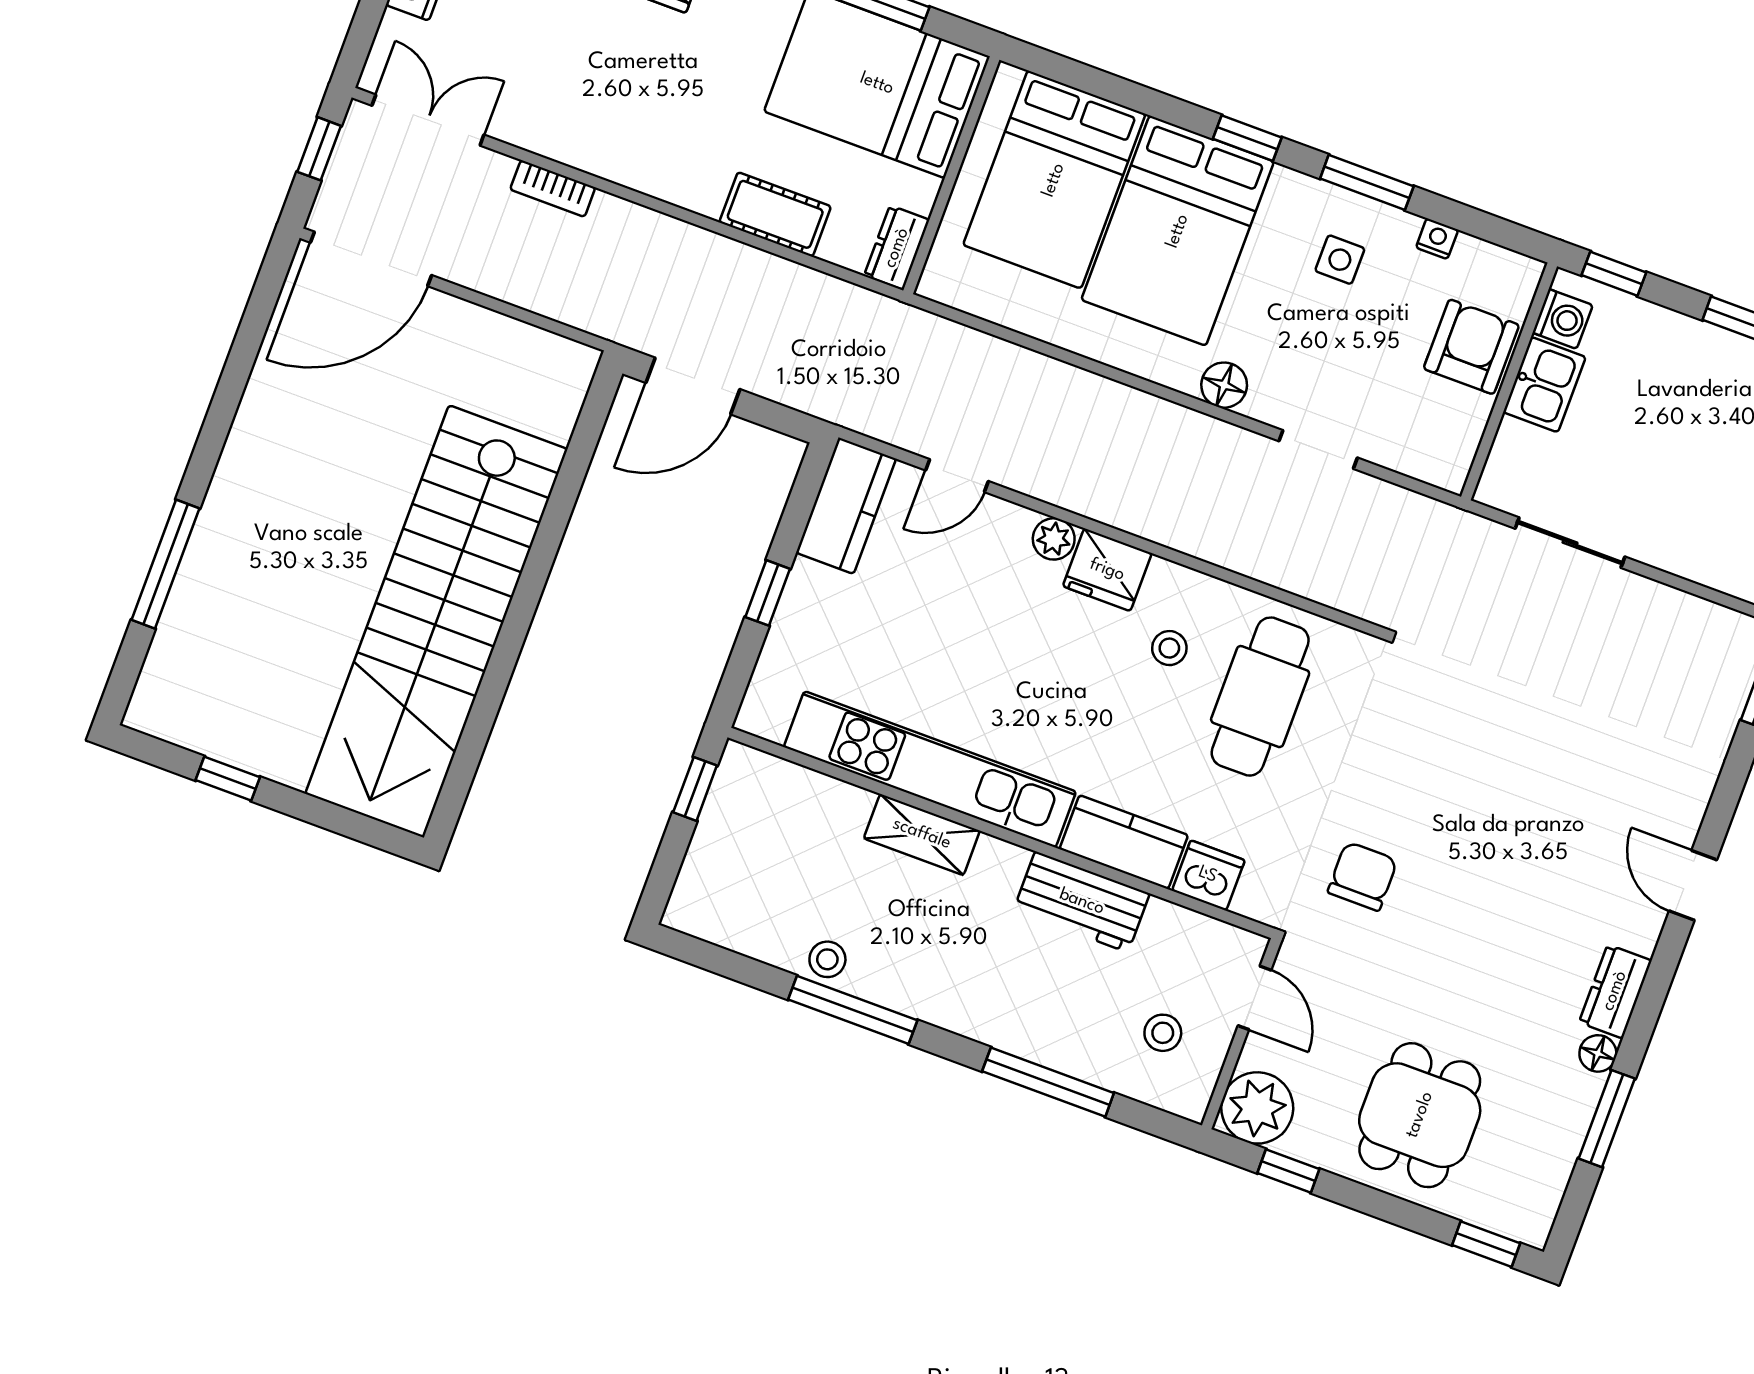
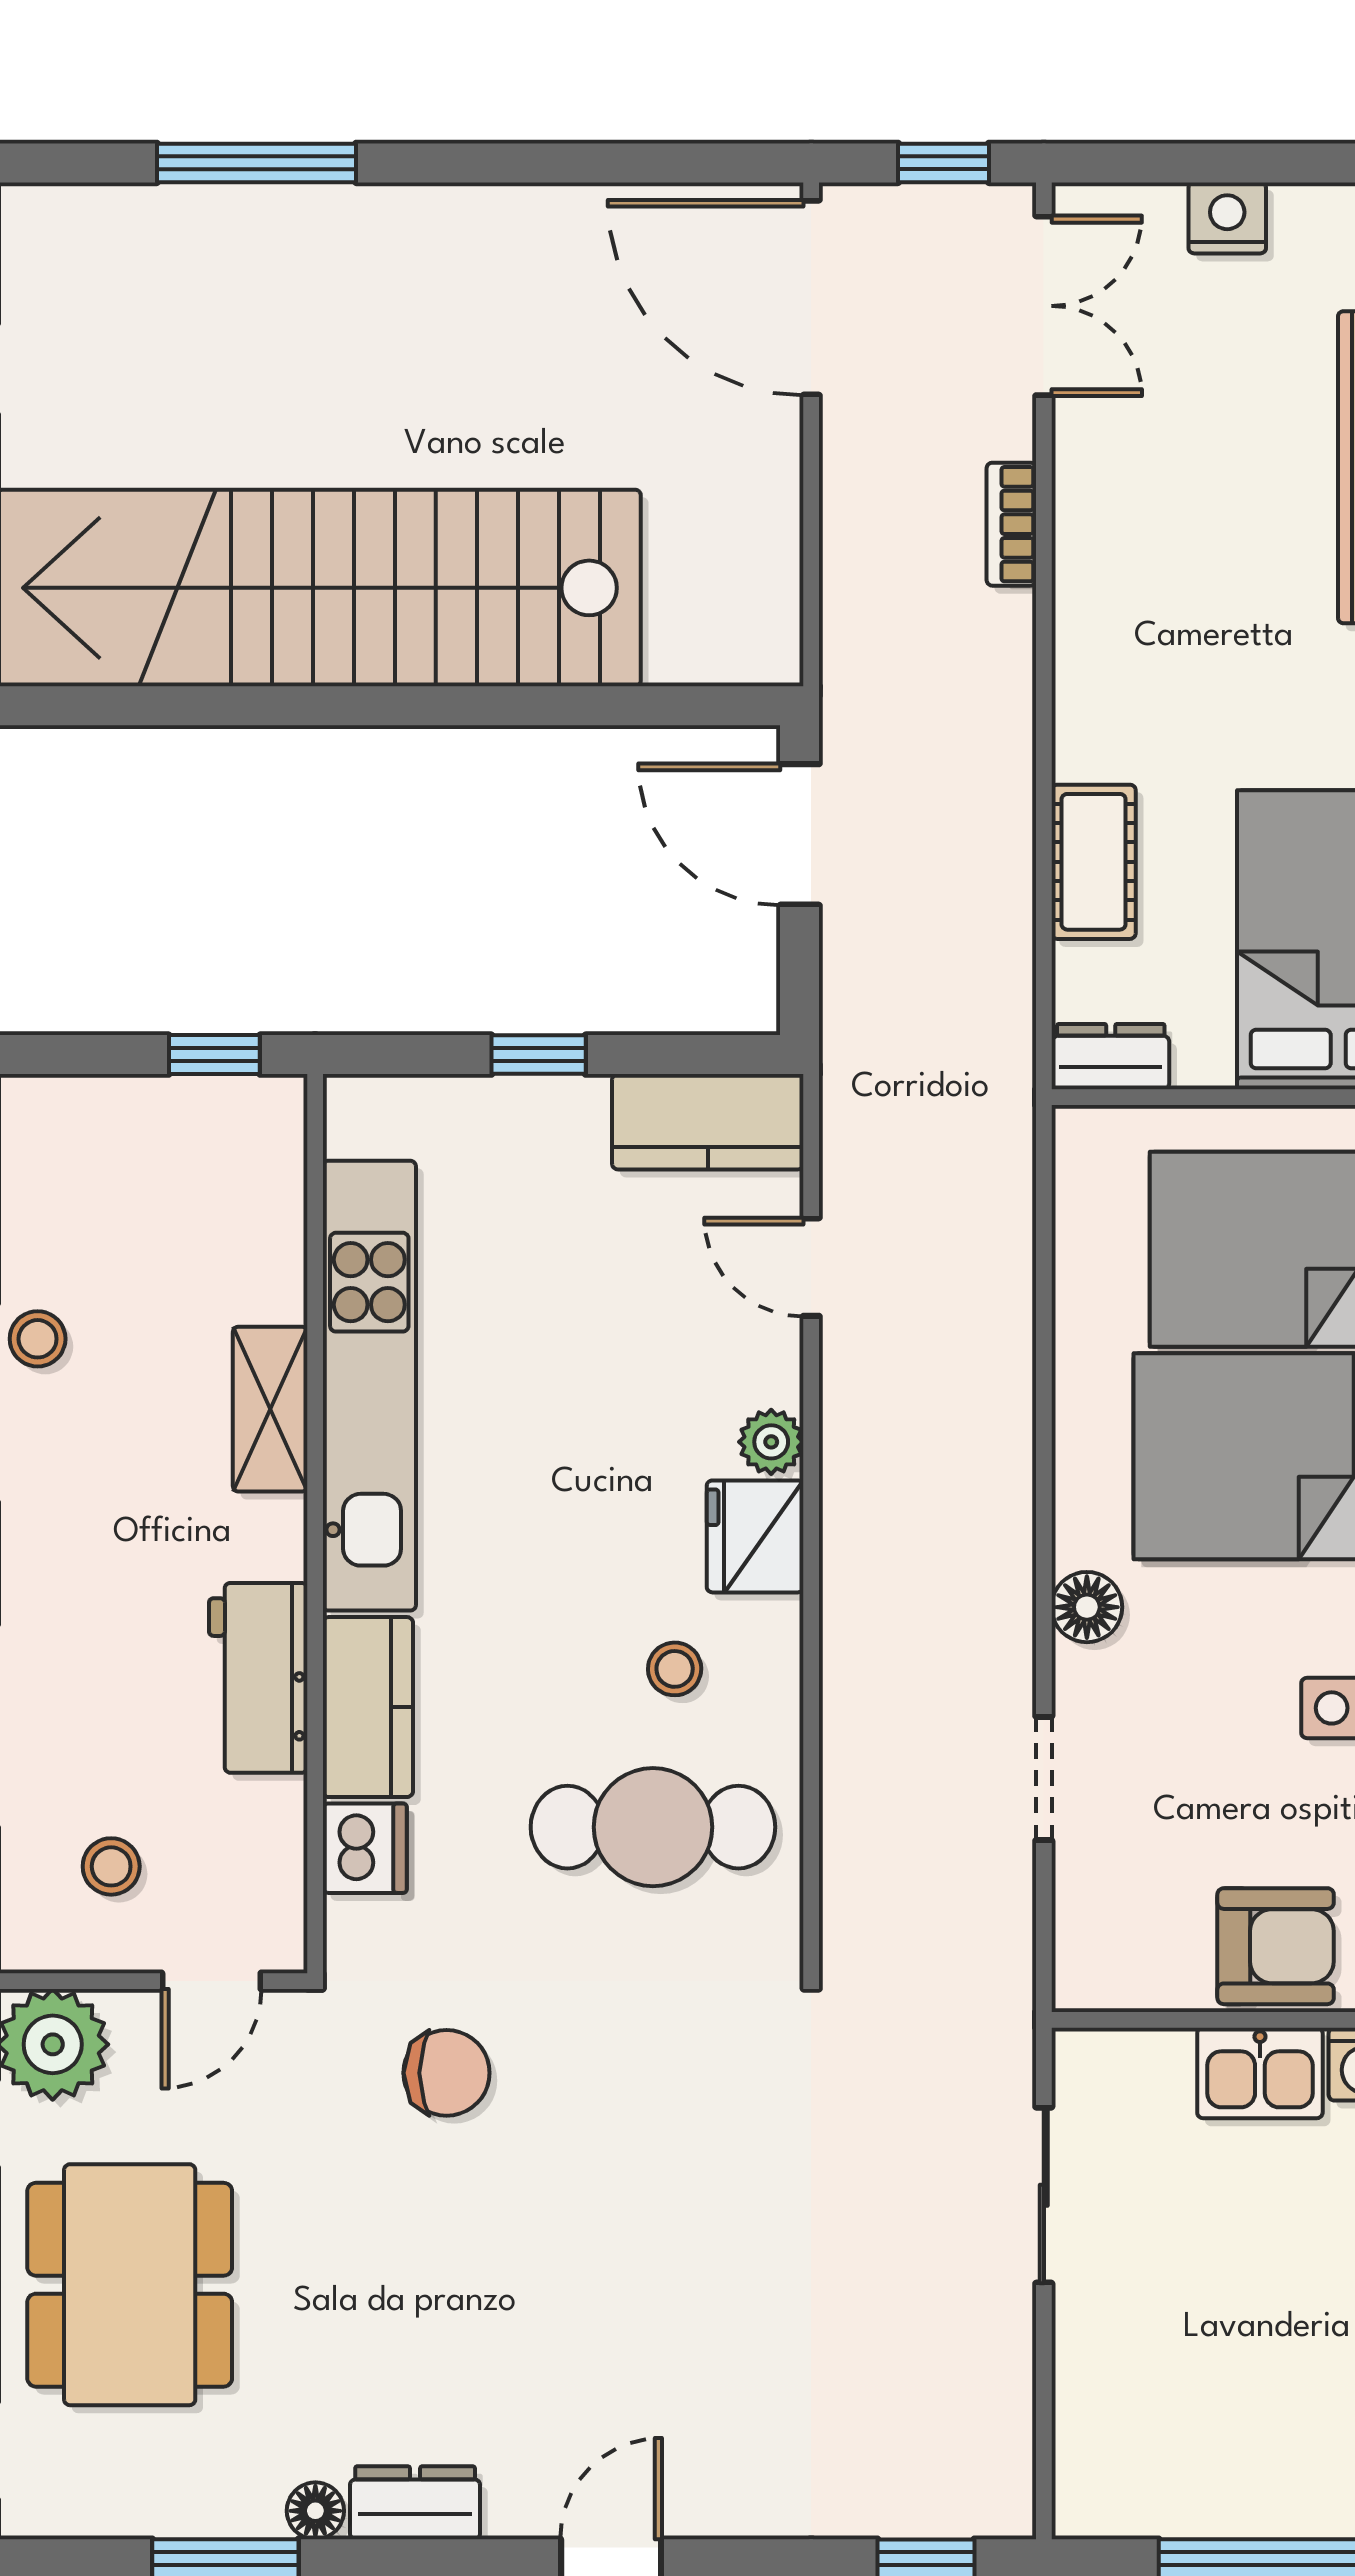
dining table: (1420, 1115) -> (130, 2285), width x1.38

